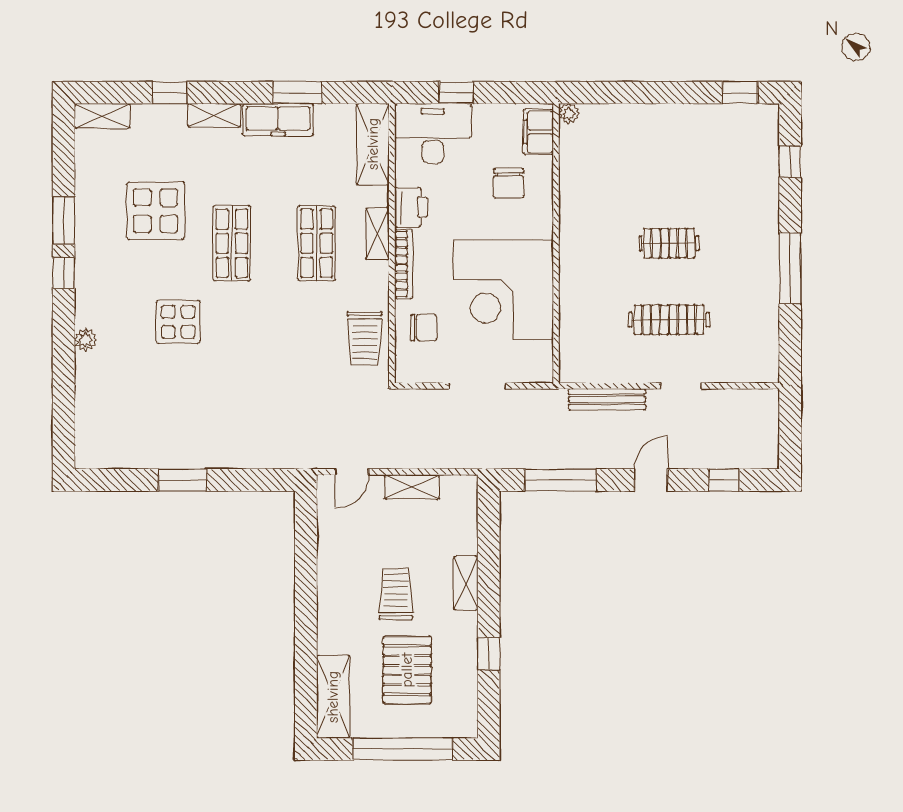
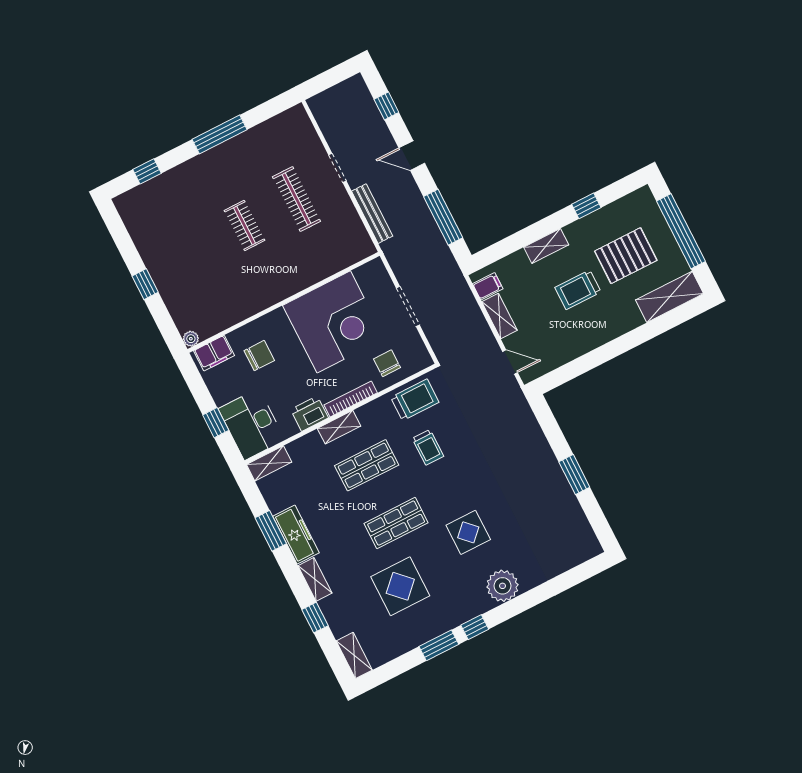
window: (740, 93) -> (145, 284), moved
shelving: (373, 144) -> (269, 463), width x0.67, depth x0.75
trolley: (301, 325) -> (428, 447), added
plant: (86, 340) -> (503, 586), width x1.88, depth x1.88
filing cabinet: (453, 491) -> (488, 286), added

